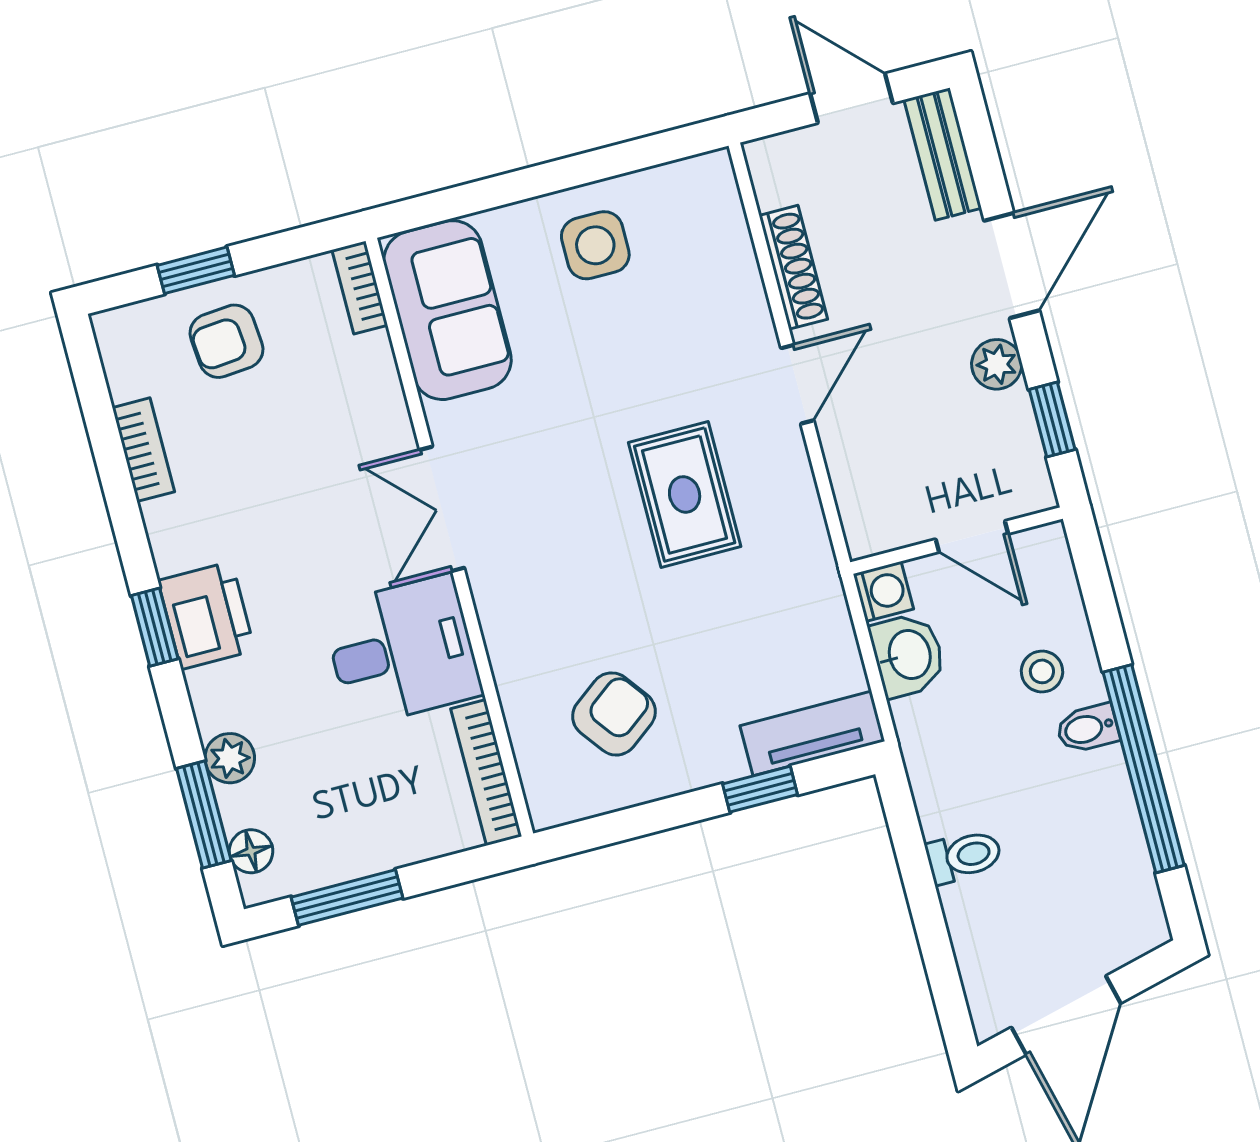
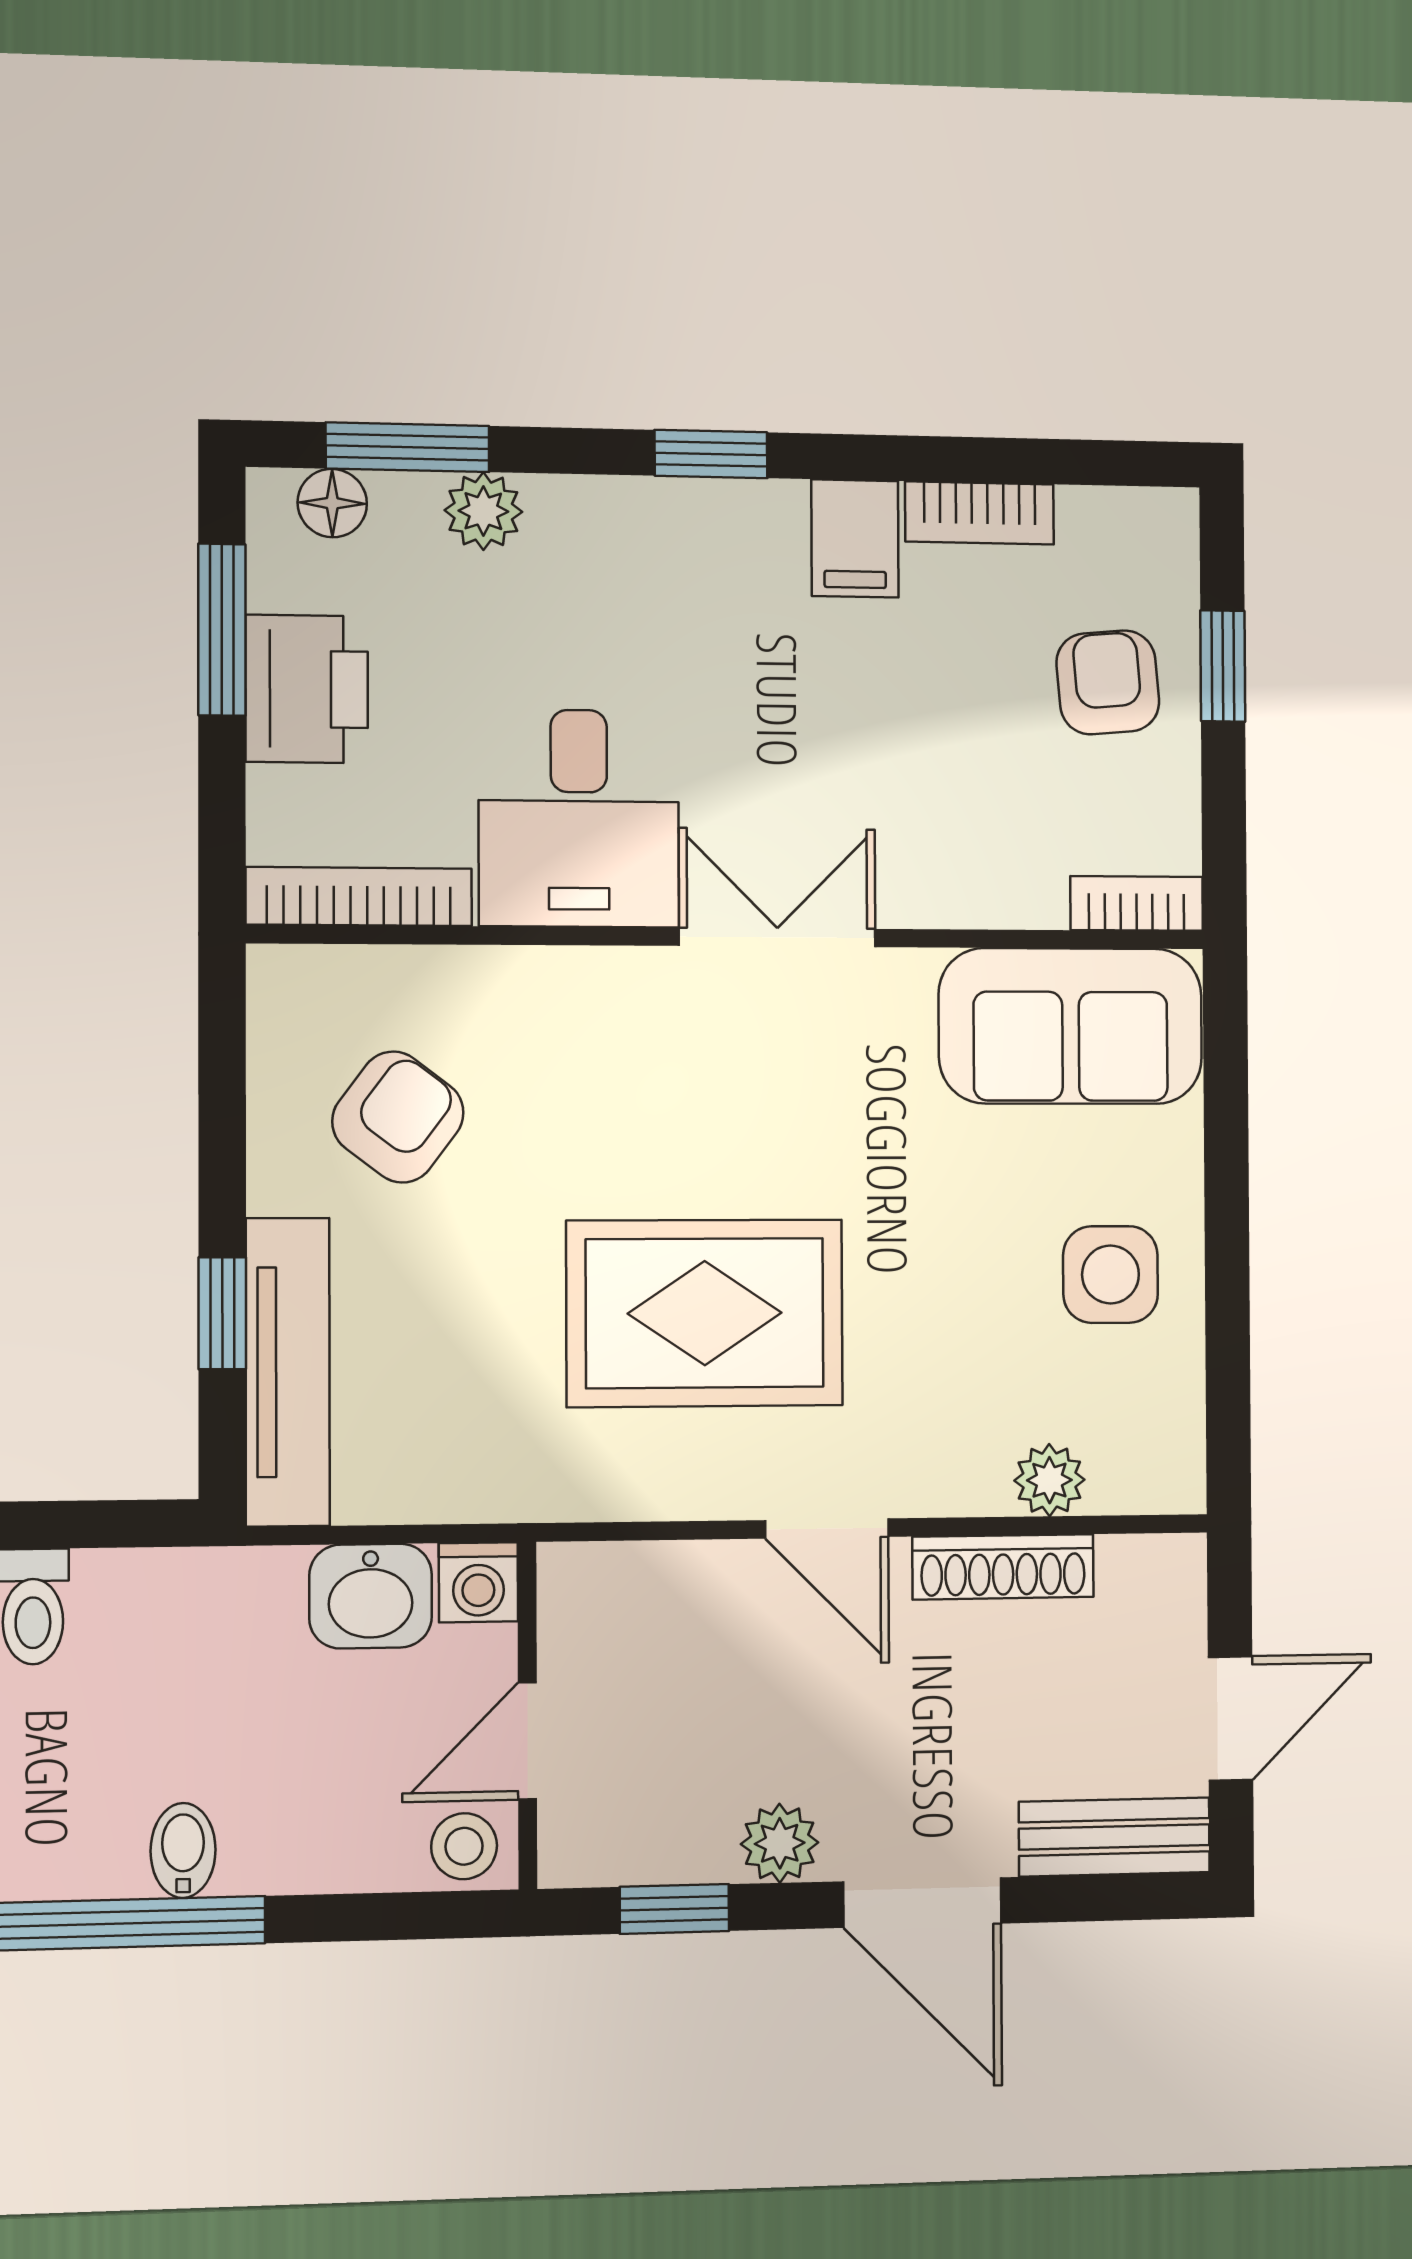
plant: (733, 252) -> (1049, 1480), added
rug: (685, 494) -> (705, 1313), width x1.36, depth x1.43
filing cabinet: (182, 524) -> (855, 539), added
printer: (206, 615) -> (307, 689), moved, turned -90
stool: (1042, 671) -> (464, 1846), moved
armchair: (614, 714) -> (398, 1117), turned -106
tv unit: (812, 733) -> (288, 1372), width x1.41

